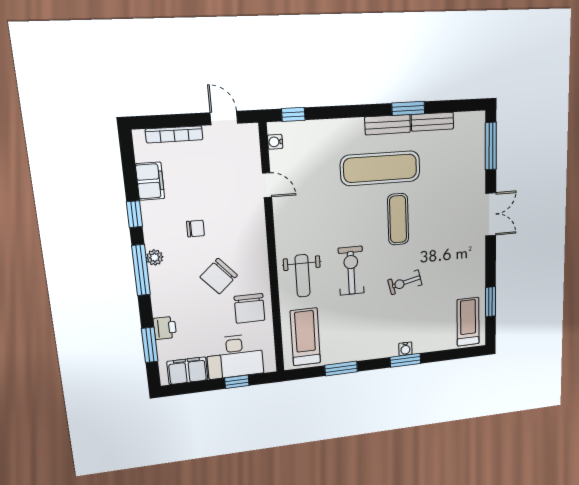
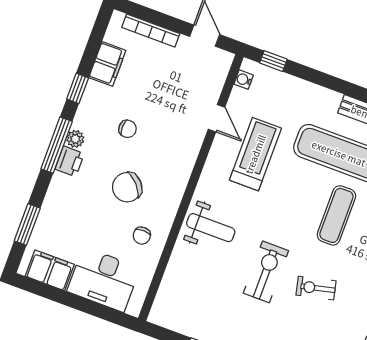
exercise bike: (351, 271) -> (266, 272), moved
weight bench: (303, 276) -> (211, 228), turned -90
chair: (250, 308) -> (142, 236), width x0.54, depth x0.54
printer: (165, 328) -> (70, 161), moved
treadmill: (305, 337) -> (255, 154), moved
window: (237, 382) -> (92, 308), removed

